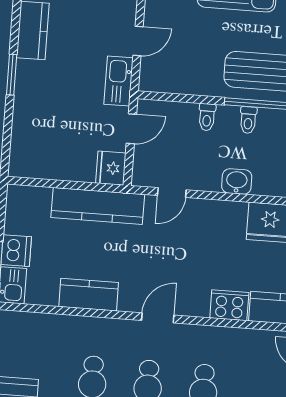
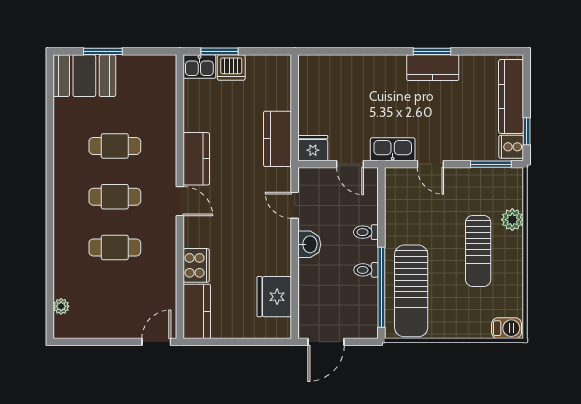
window: (12, 75) -> (432, 51), moved
washbasin: (237, 181) -> (309, 244), moved
kitchen counter: (98, 206) -> (278, 139), width x0.67
kitchen counter: (89, 295) -> (196, 159), moved

